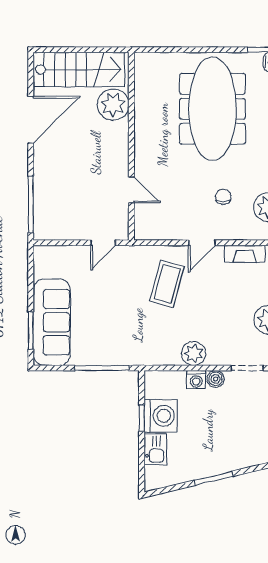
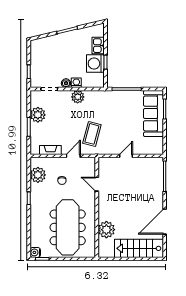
plant: (113, 105) -> (106, 230), moved
wall: (131, 146) -> (97, 207), moved
door: (131, 190) -> (97, 184), moved

